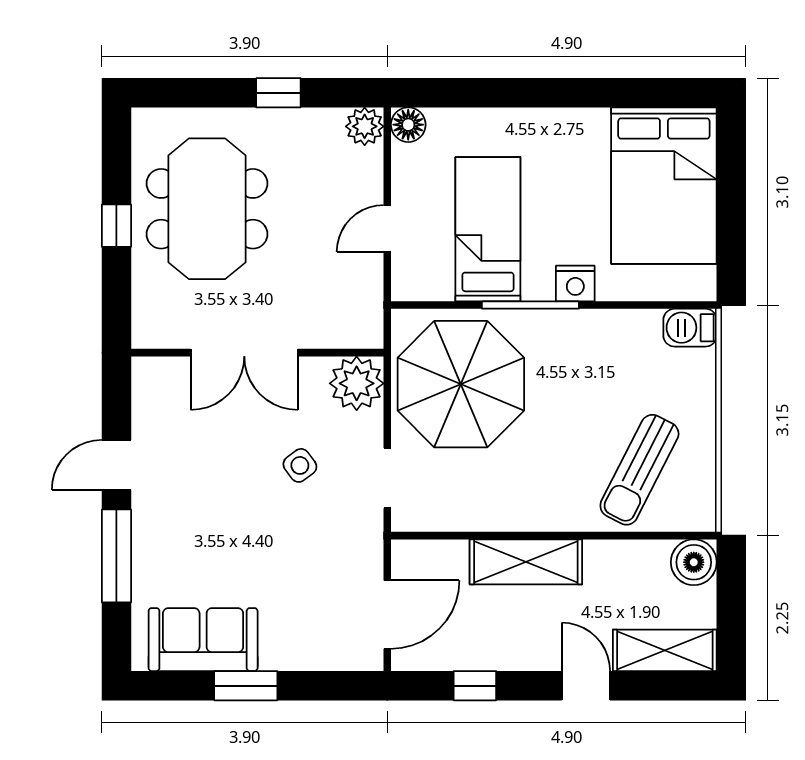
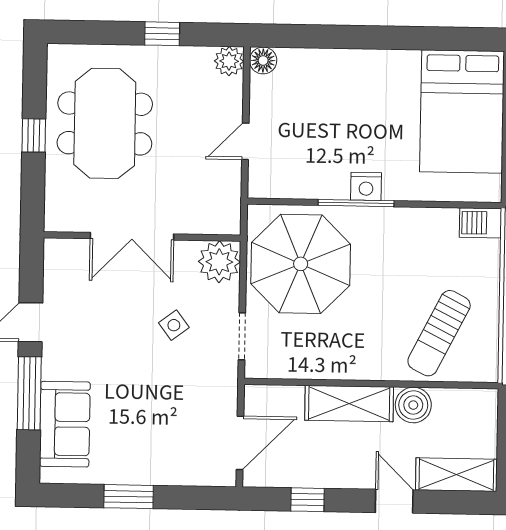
bed: (488, 229) -> (324, 143), removed
nightstand: (575, 284) -> (366, 186), moved
boiler: (694, 562) -> (413, 405), moved
sofa: (203, 640) -> (65, 424), moved, turned 90

